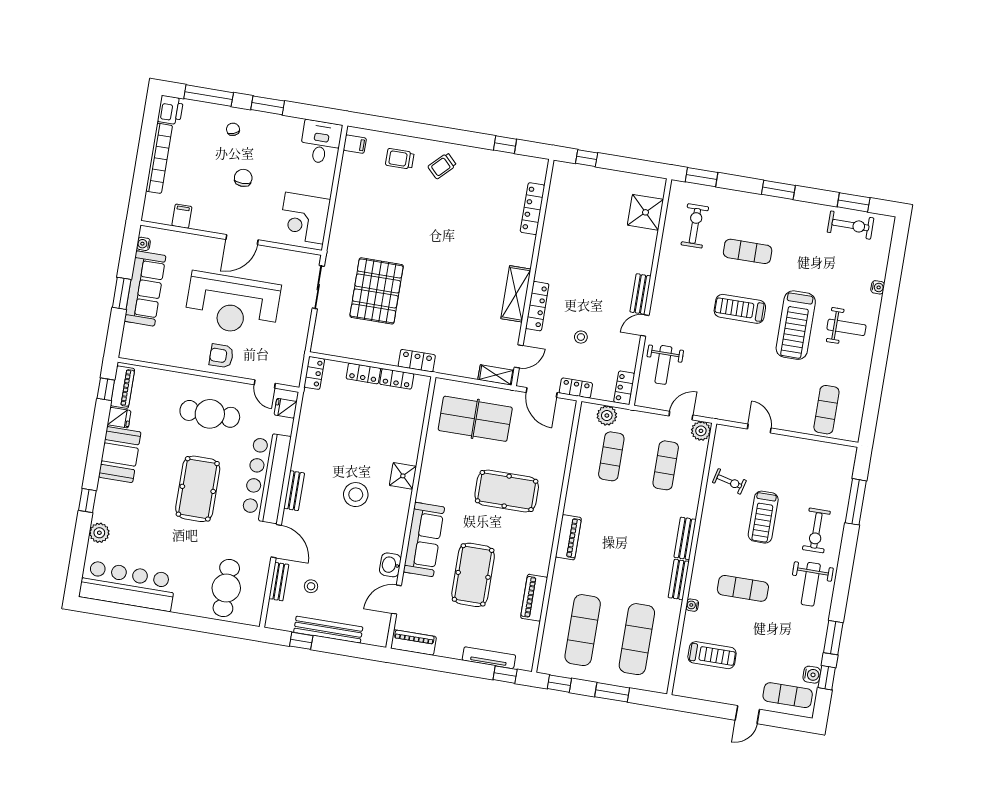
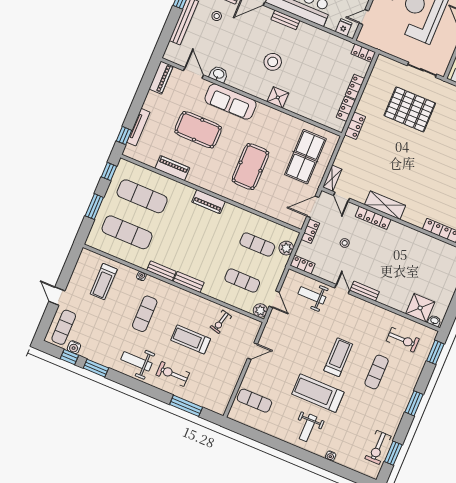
washbasin: (659, 189) -> (434, 321), added

